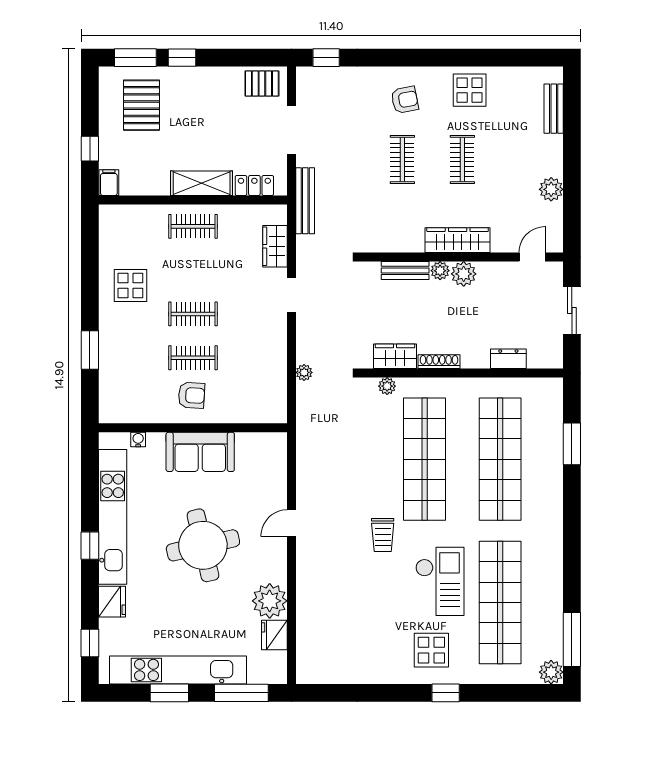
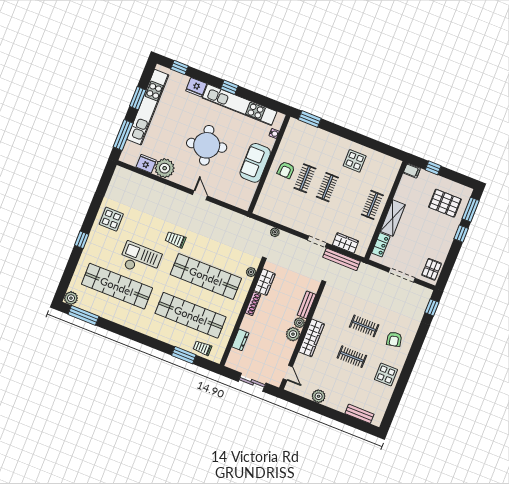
bench: (305, 201) -> (342, 259), moved
window: (90, 350) -> (310, 119), moved
trolley: (547, 417) -> (202, 348), added
checkout: (440, 581) -> (140, 259), turned 180
display table: (431, 650) -> (111, 219), moved

